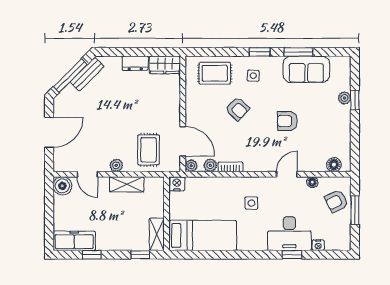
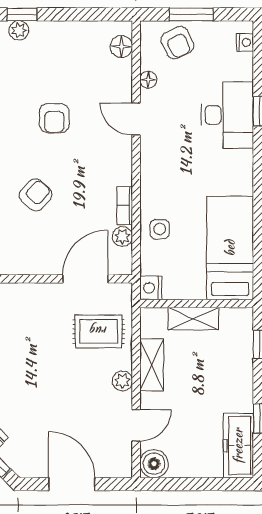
plant: (191, 166) -> (123, 266), removed
side table: (251, 203) -> (160, 229), moved
shelving: (157, 234) -> (193, 319), moved
nightstand: (318, 245) -> (245, 42), moved

